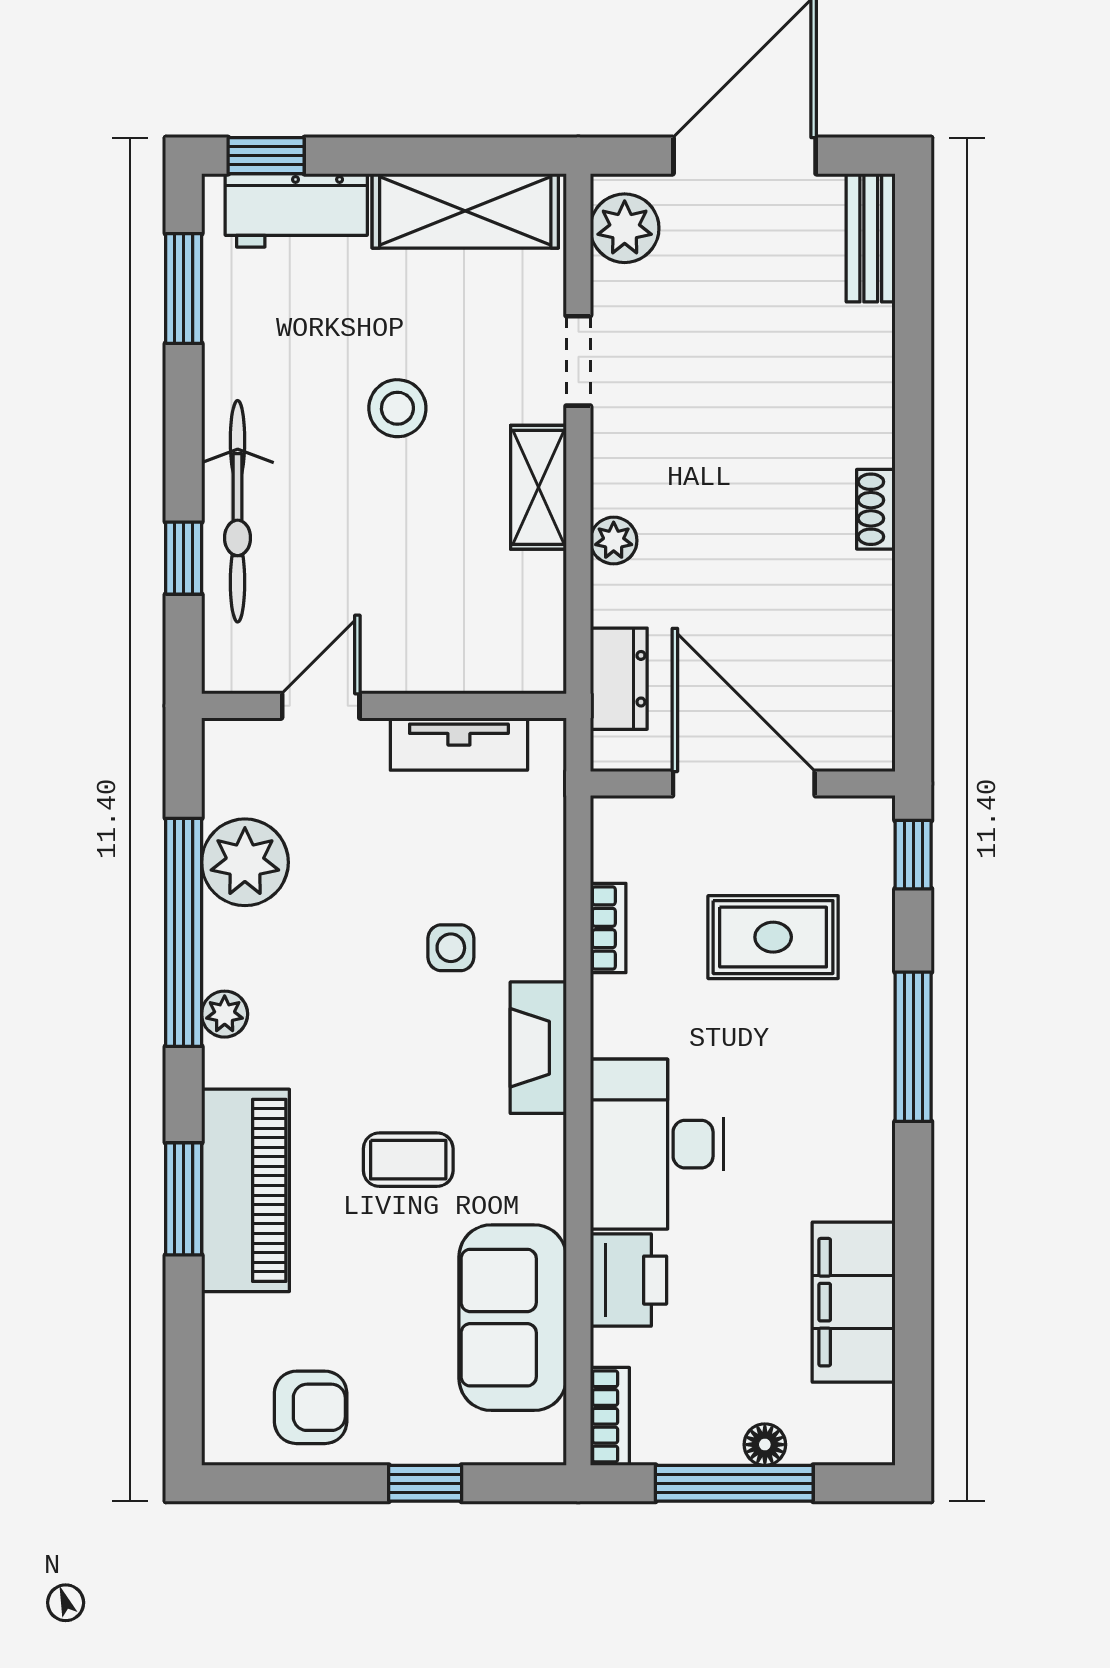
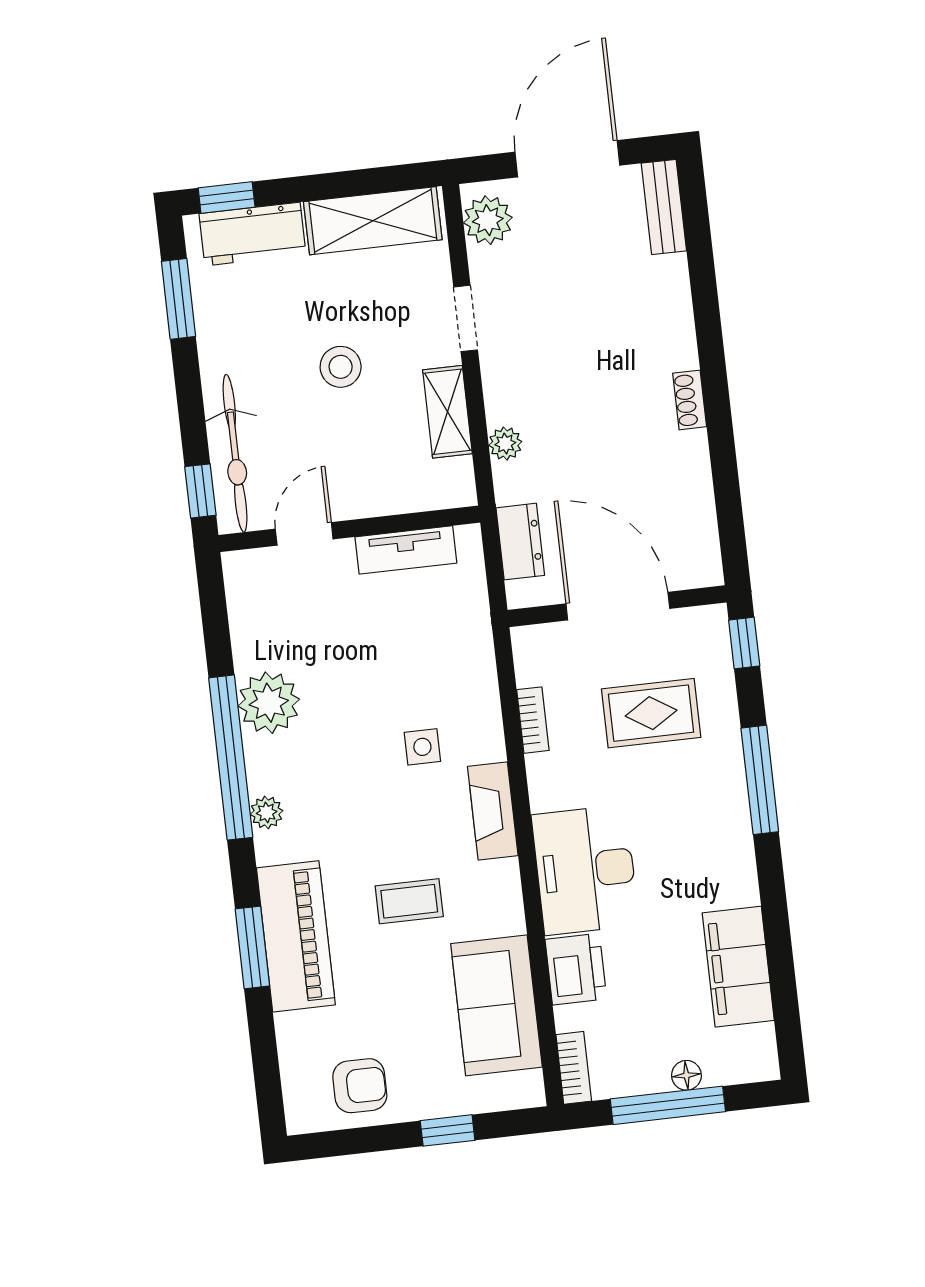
door: (321, 706) -> (304, 534), moved
wall: (384, 706) -> (349, 529), moved
tv unit: (459, 744) -> (406, 550), moved

